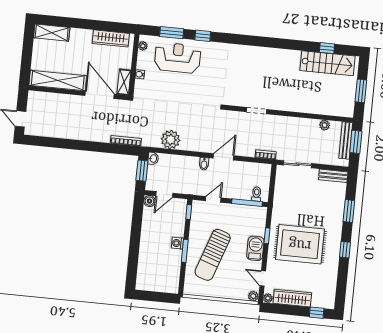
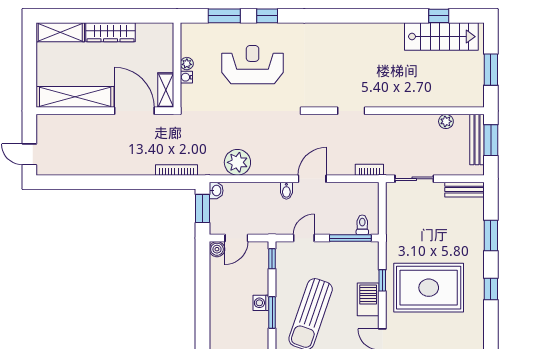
wardrobe: (111, 38) -> (111, 32), moved
plant: (143, 46) -> (187, 64), moved
reception desk: (178, 58) -> (253, 65), moved

